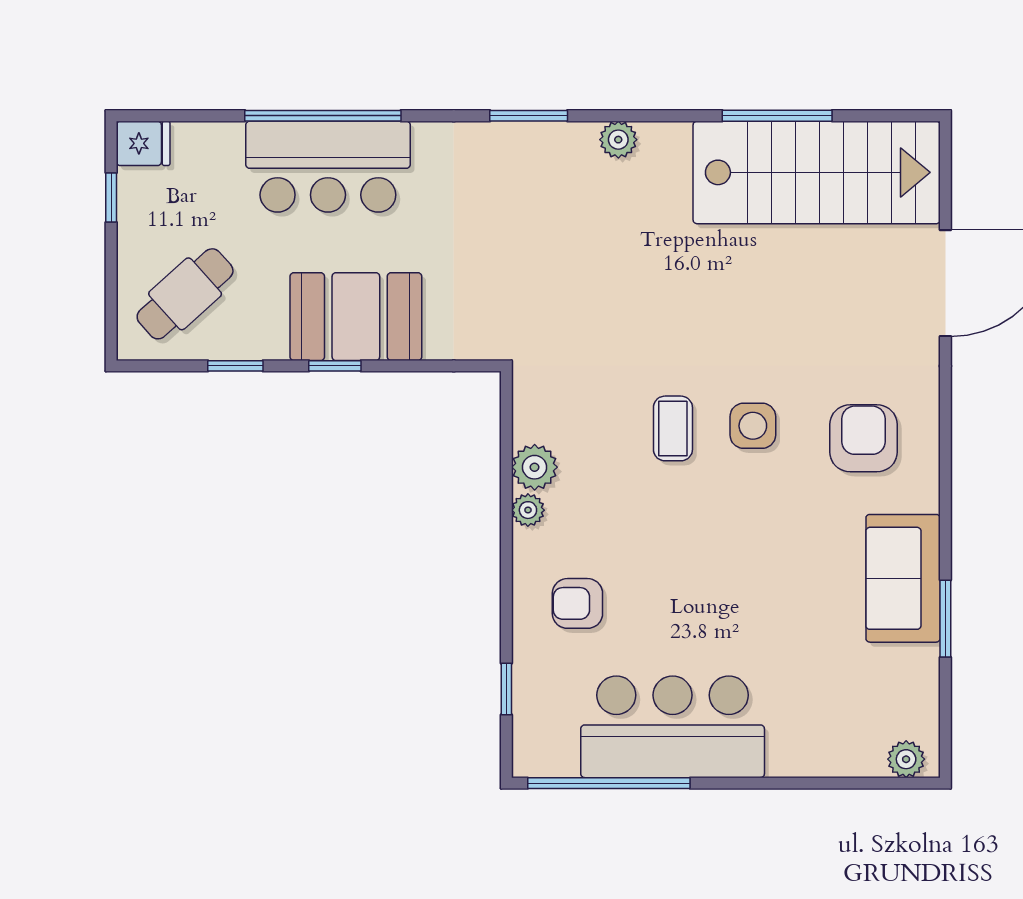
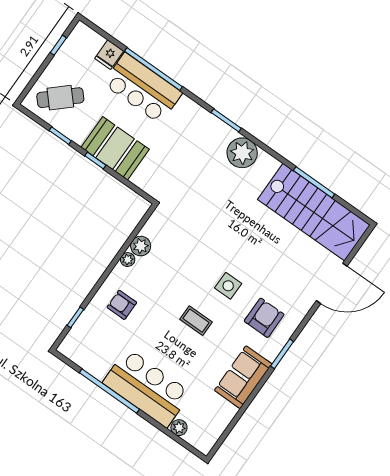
plant: (618, 140) -> (242, 153), width x1.88, depth x1.88
fridge: (143, 143) -> (109, 55), moved, turned 90
coffee table: (673, 428) -> (196, 321), moved, turned 90
window: (945, 619) -> (282, 354), moved
bar counter: (673, 727) -> (147, 388), moved
plant: (906, 759) -> (179, 428), moved
window: (609, 783) -> (109, 391), moved

